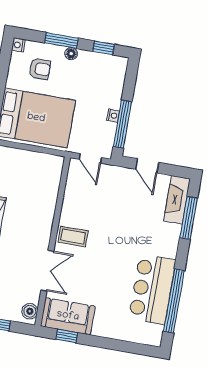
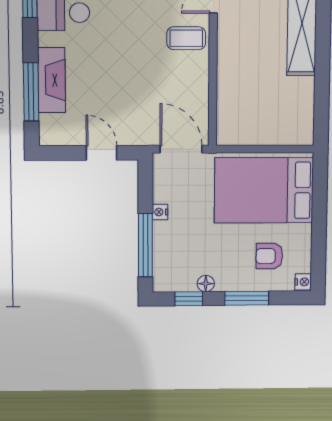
floor lamp: (71, 54) -> (206, 284), moved
window: (122, 124) -> (145, 245), moved
door: (90, 158) -> (181, 149), width x1.37
fireplace: (177, 200) -> (52, 80), moved

